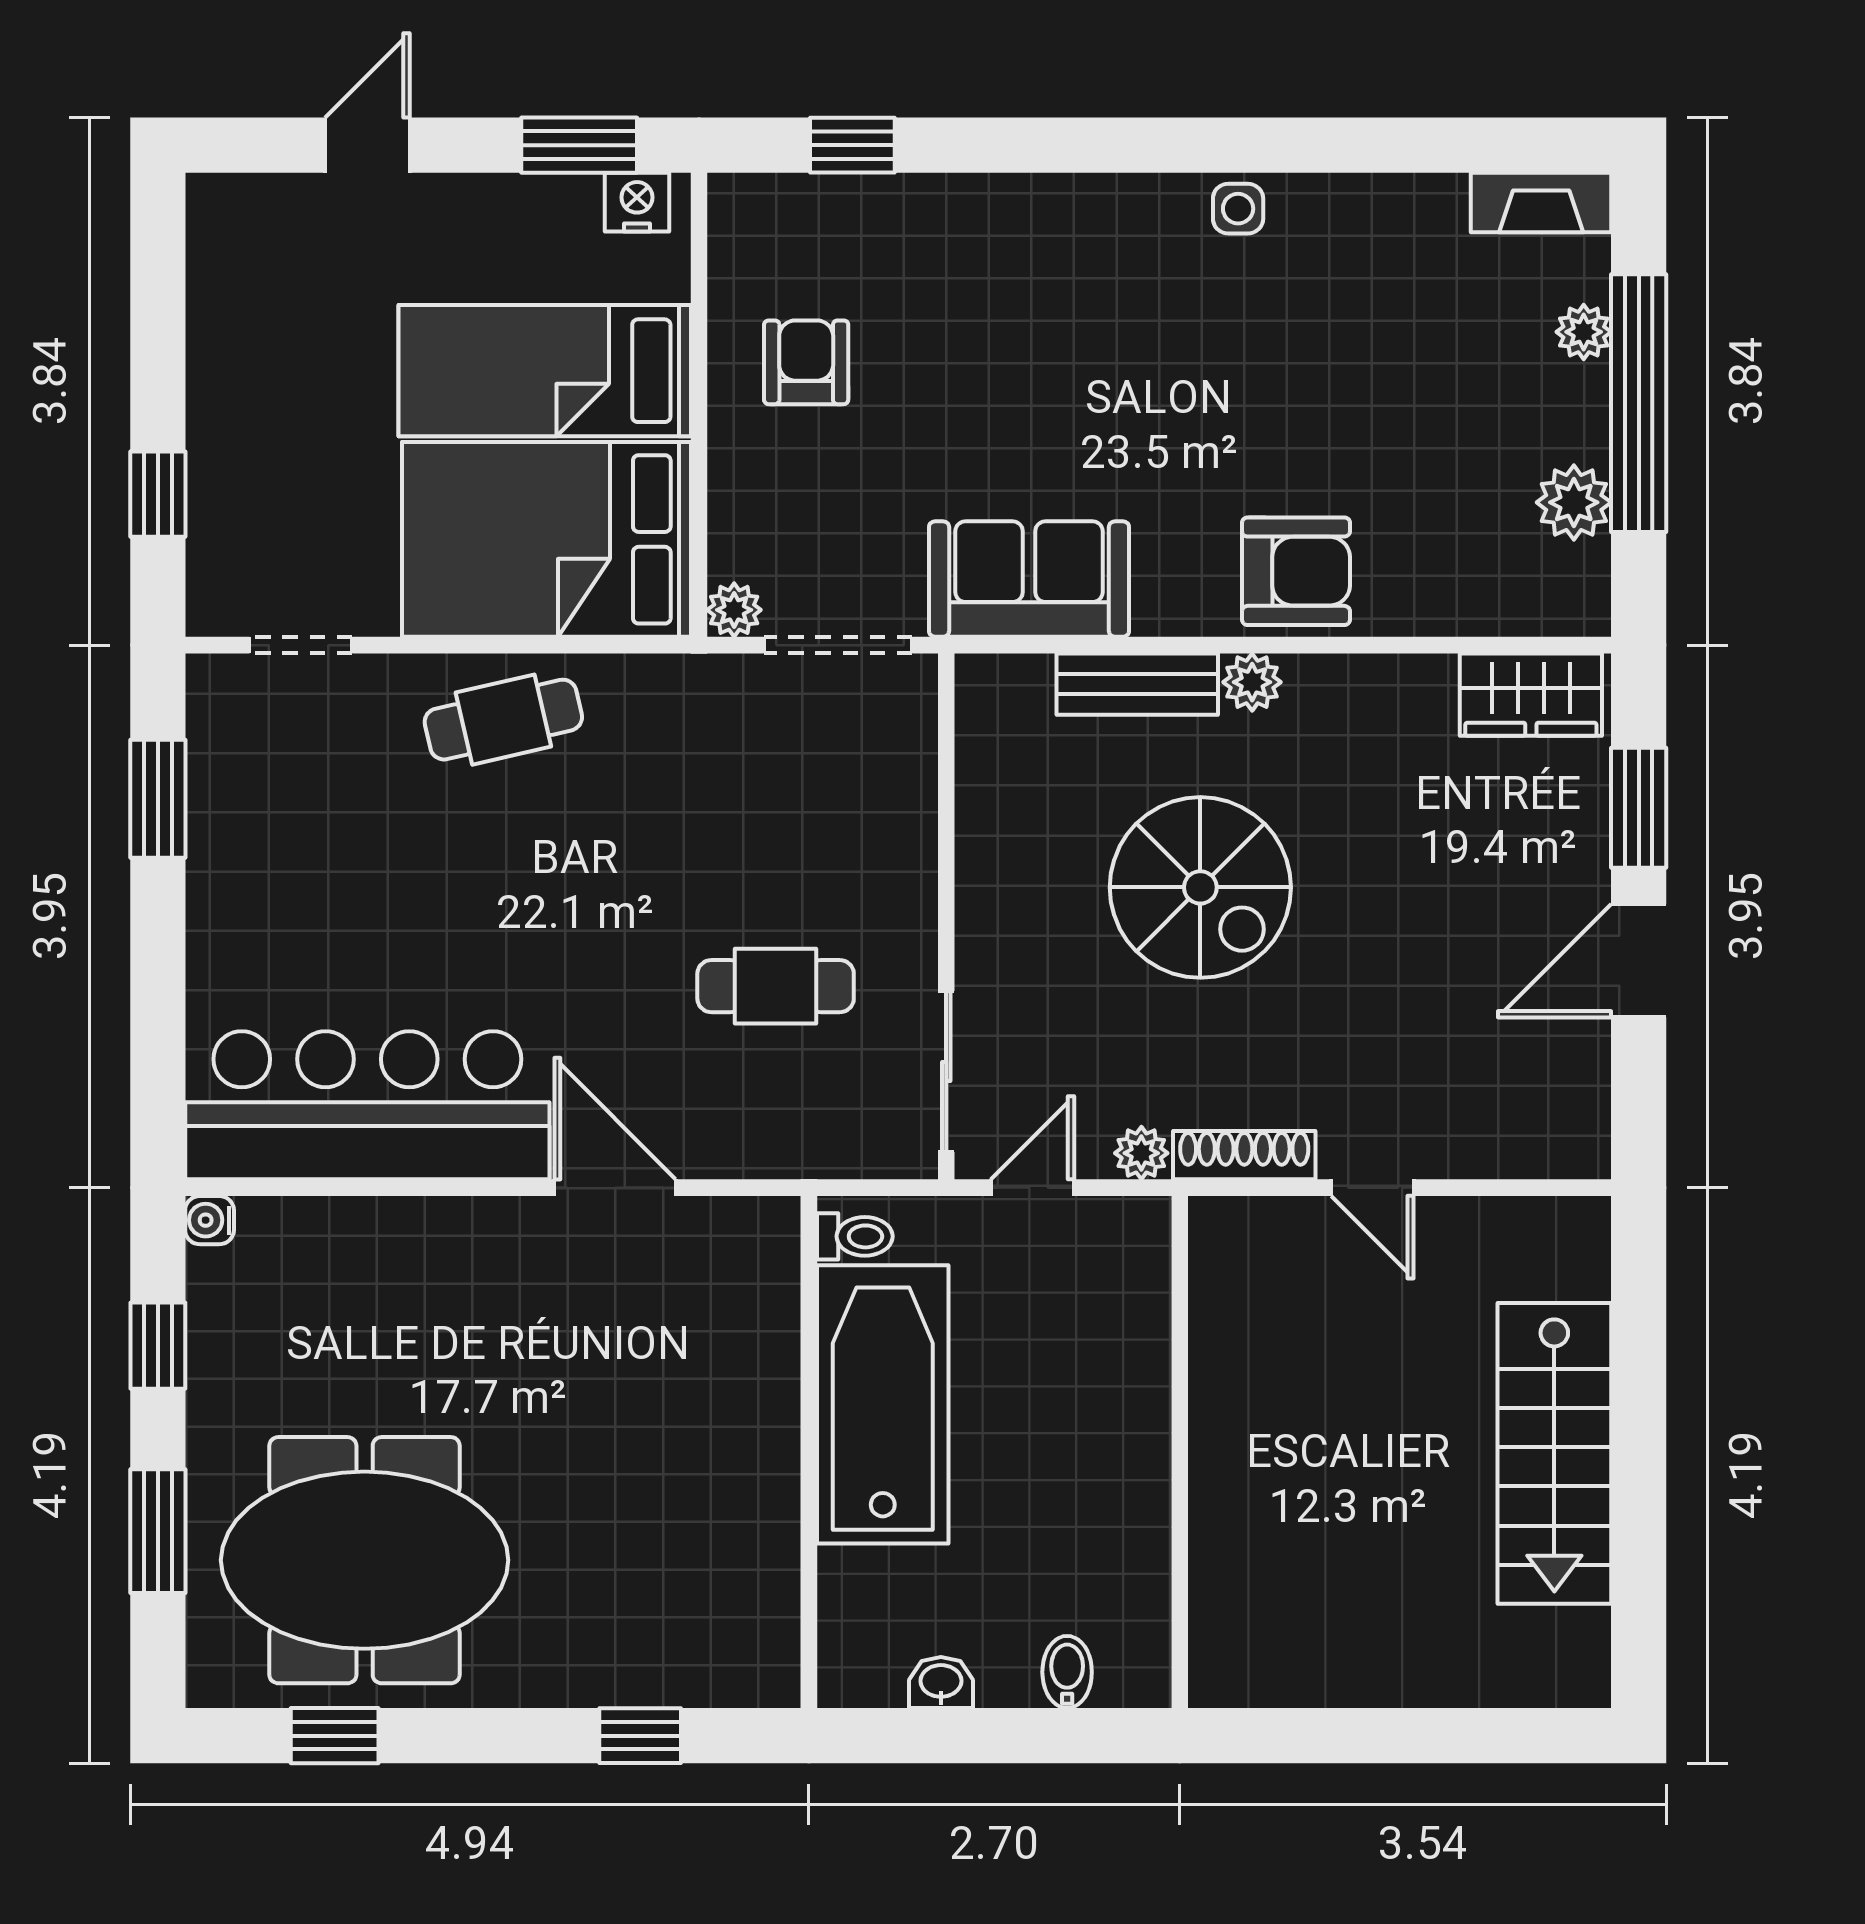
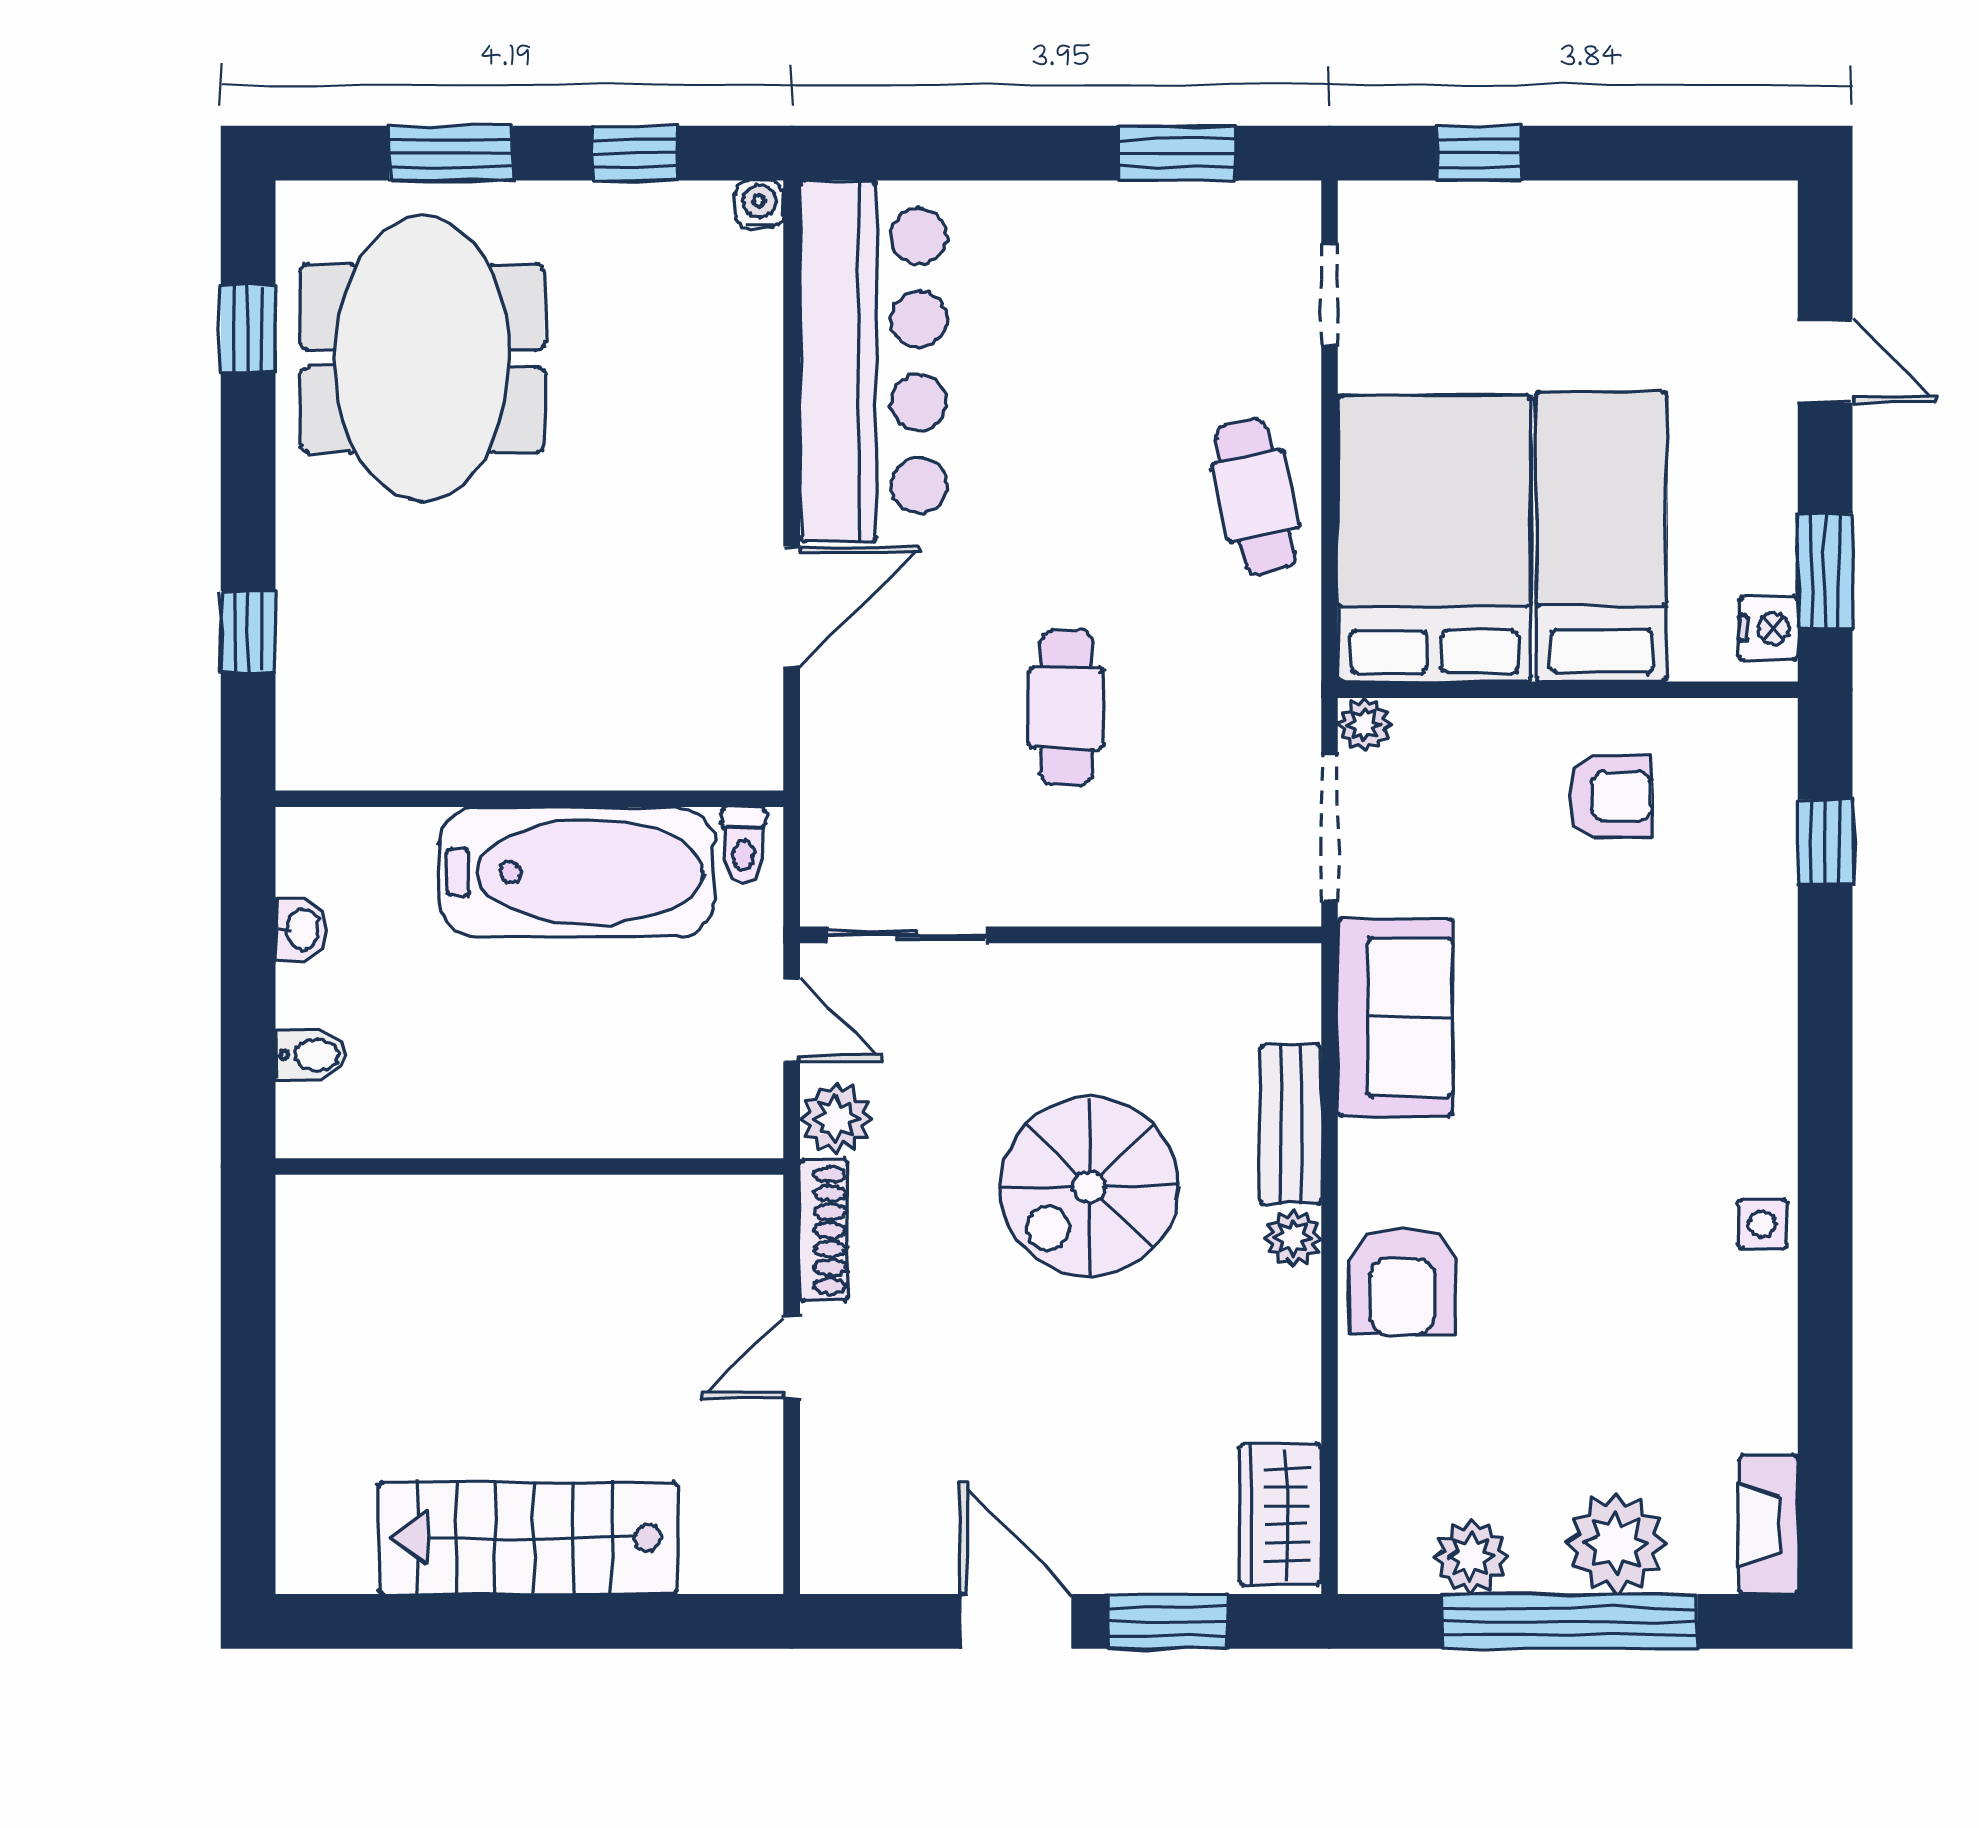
plant: (1584, 332) -> (1616, 1543), width x1.87, depth x1.87
cafe table: (776, 986) -> (1066, 708), moved
plant: (1141, 1153) -> (836, 1118), width x1.38, depth x1.38

